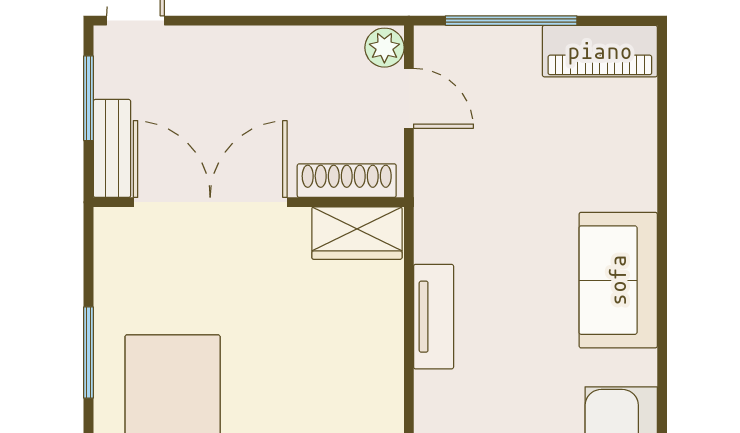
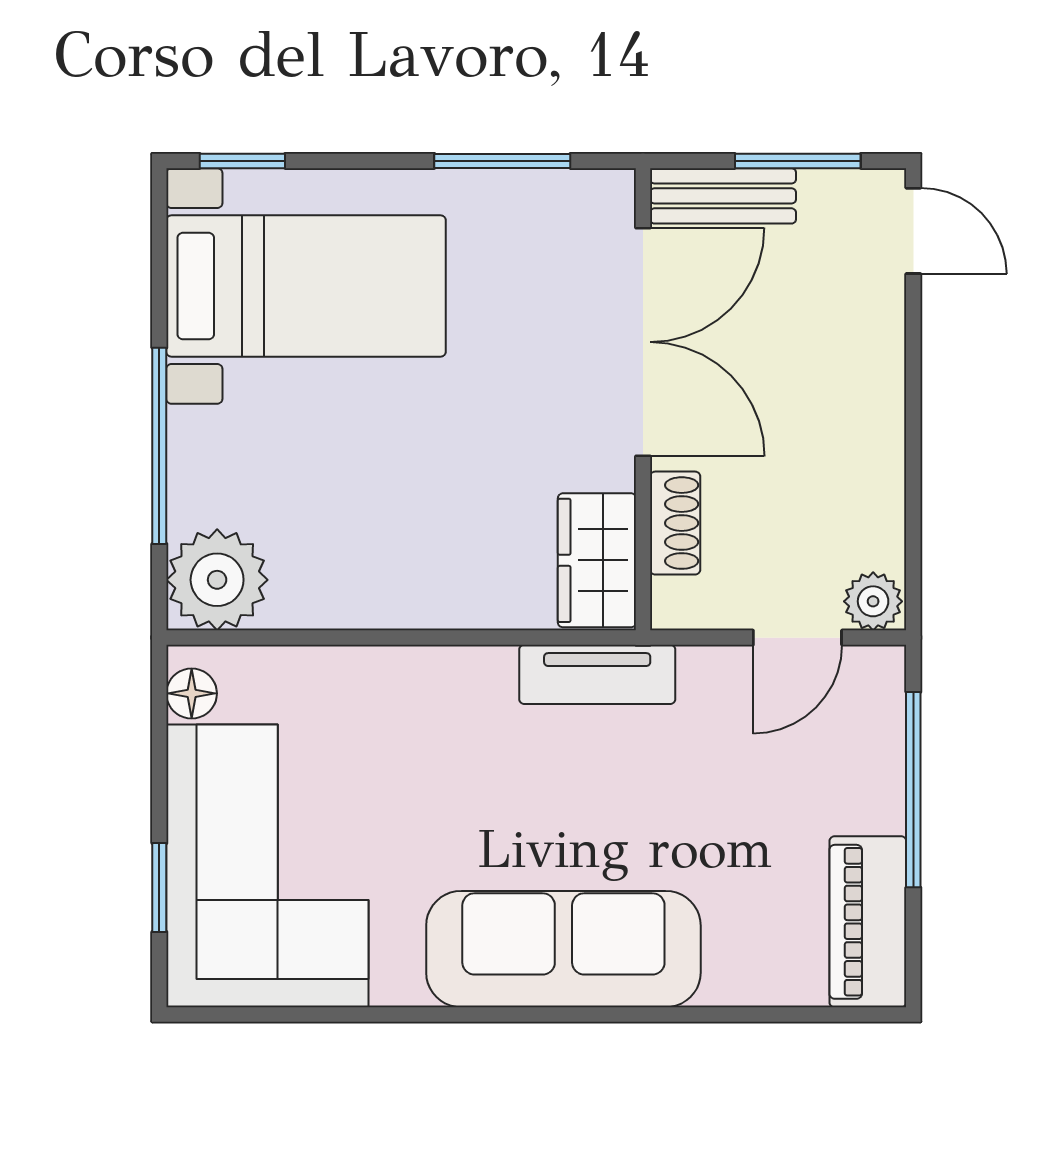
shoe rack: (347, 181) -> (675, 523), width x0.70
sofa: (618, 280) -> (563, 949), width x1.36
tv unit: (434, 317) -> (597, 674), moved
window: (89, 353) -> (502, 161), moved

